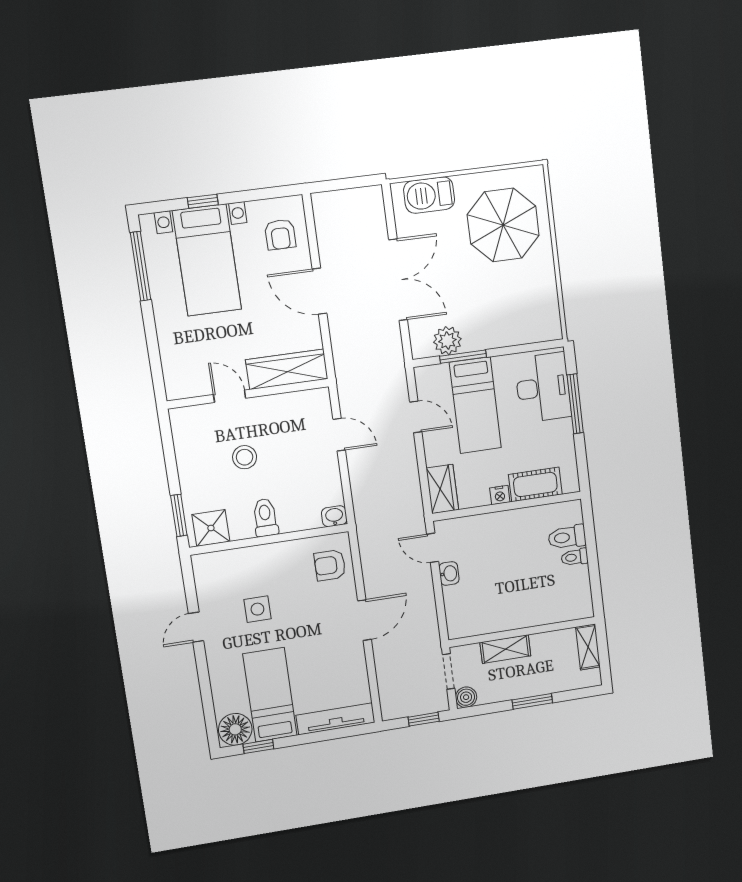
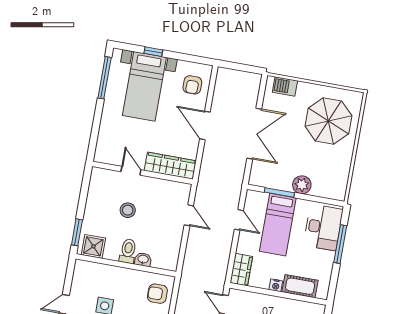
barbecue: (429, 195) -> (285, 86), width x0.73, depth x0.79
plant: (447, 341) -> (302, 185), moved
washbasin: (334, 516) -> (143, 259), moved

